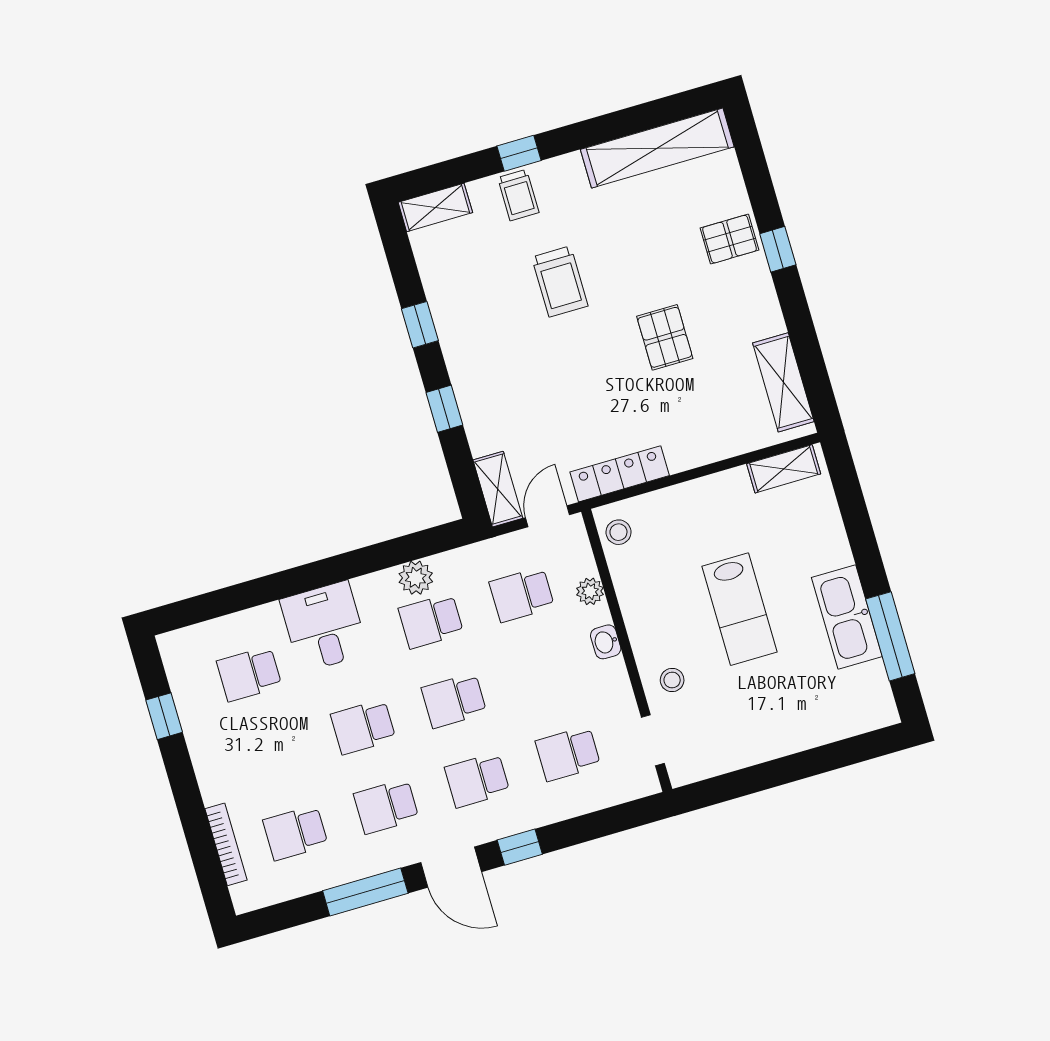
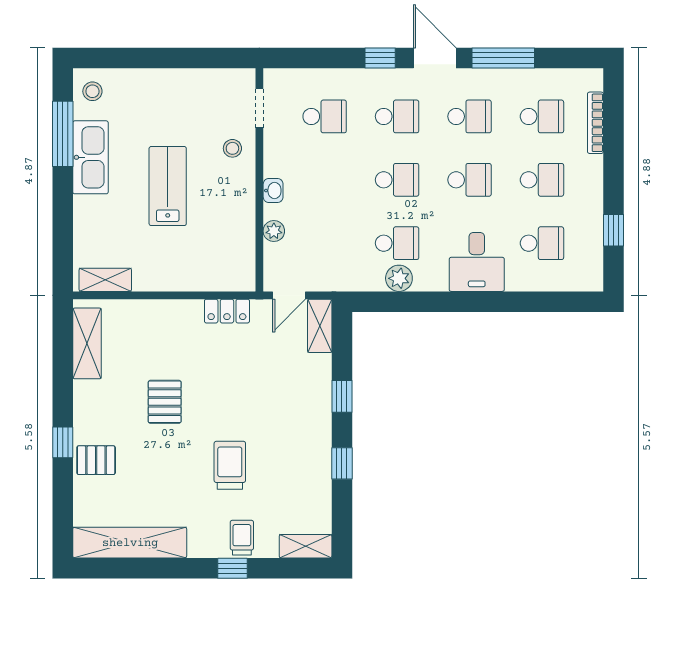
locker: (620, 474) -> (227, 311), width x0.66
stool: (618, 532) -> (92, 91), moved
school desk: (522, 595) -> (542, 180), moved

